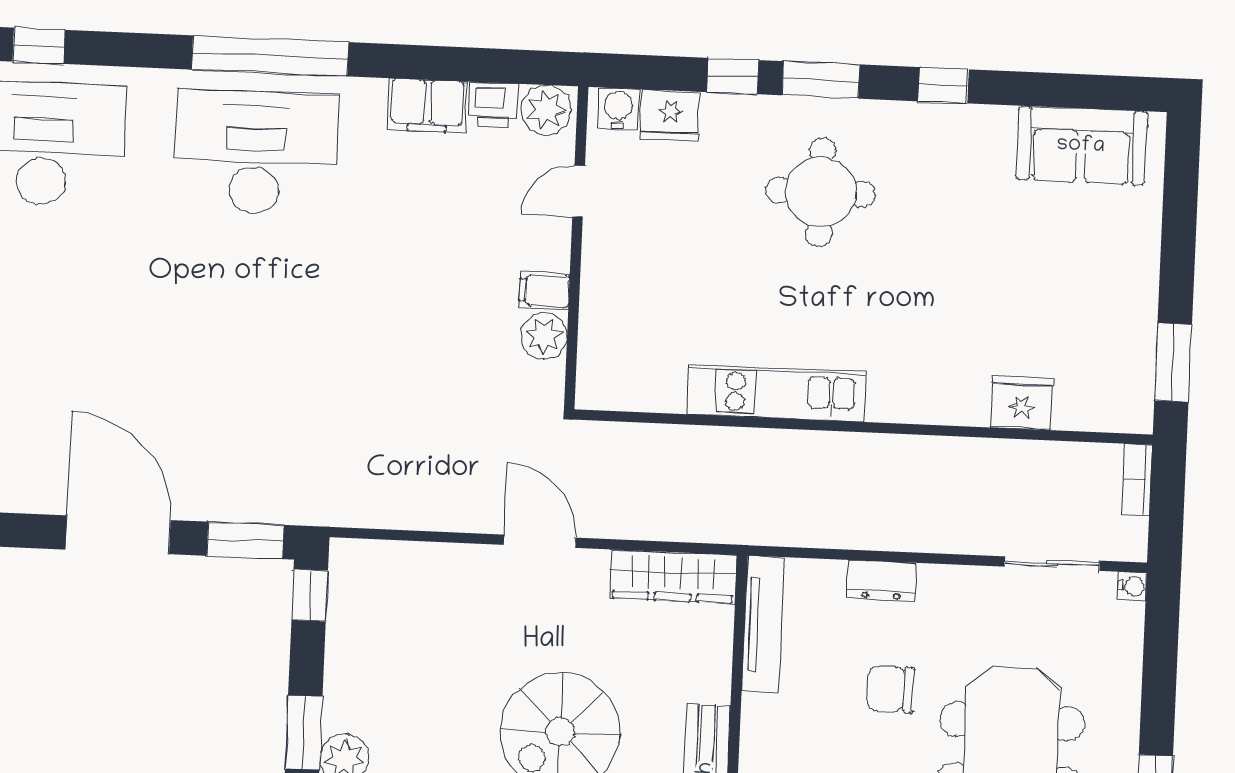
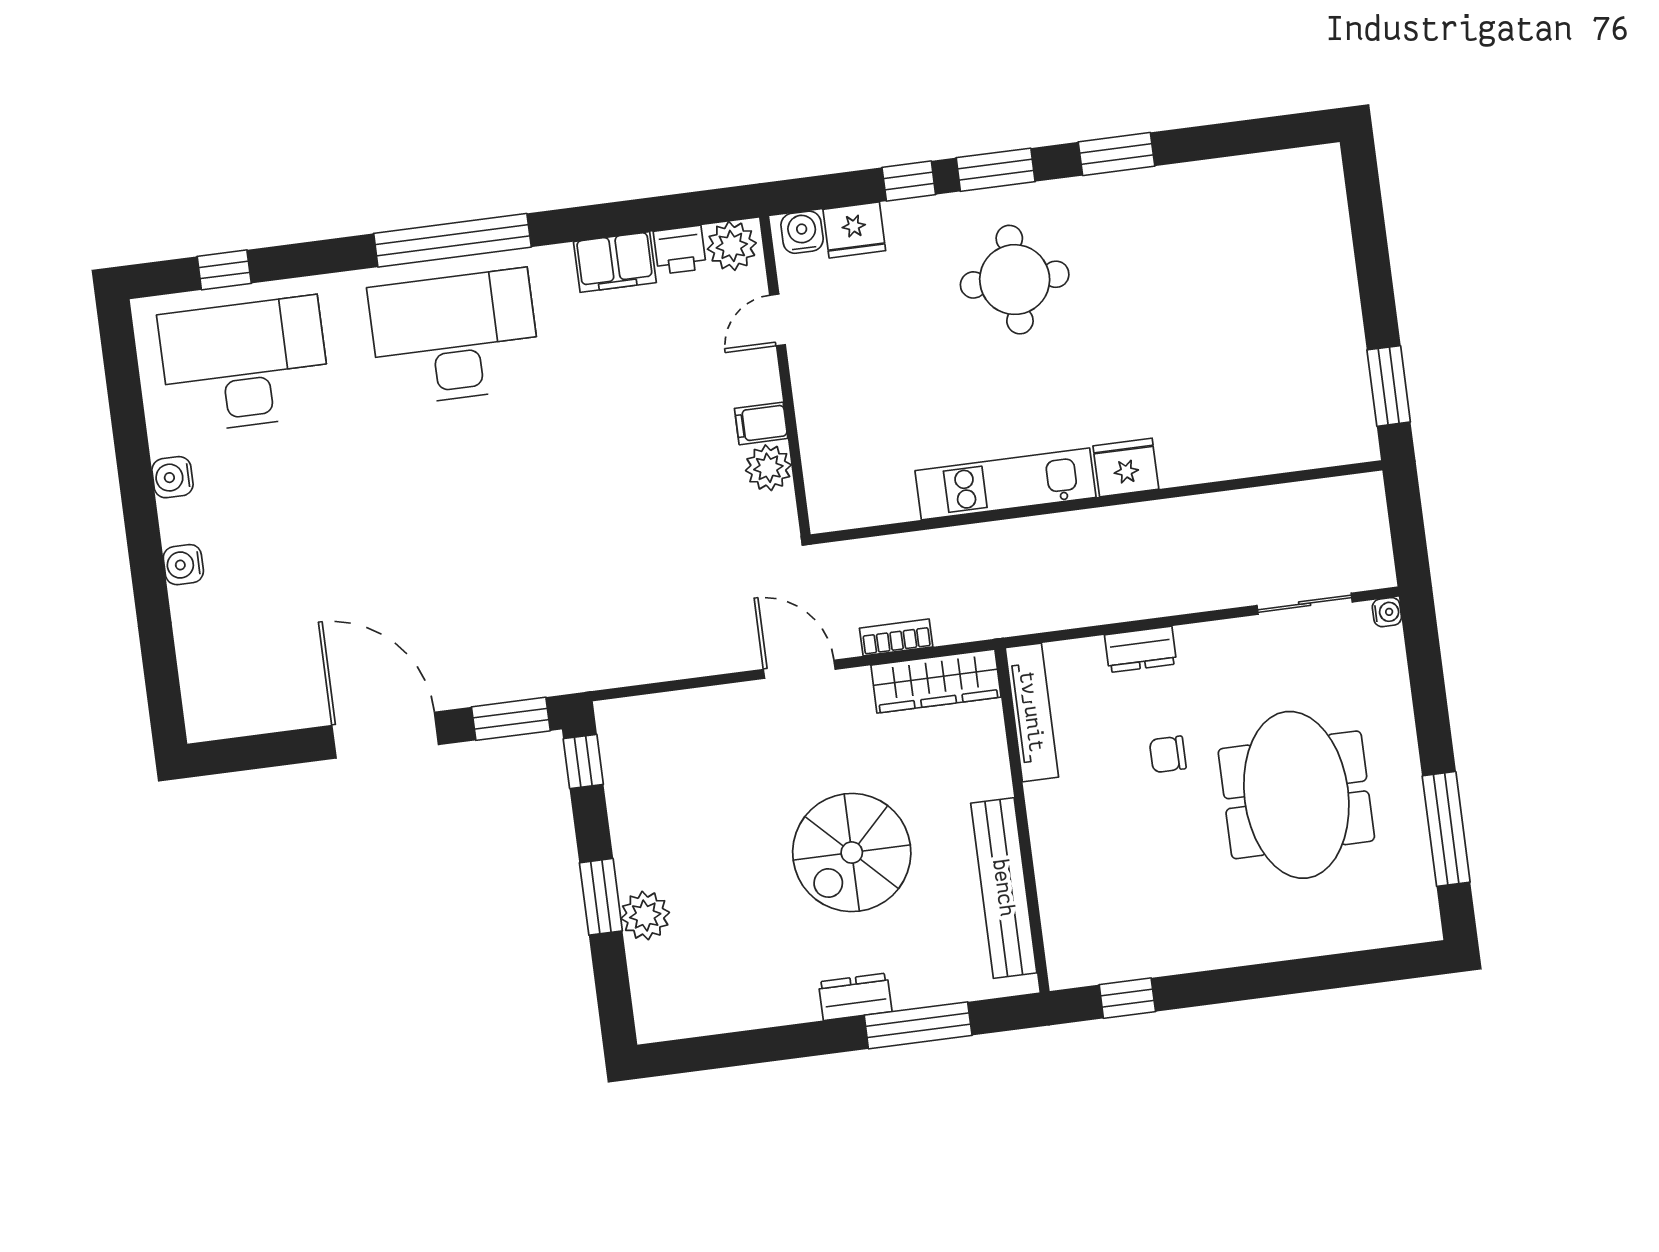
window: (943, 85) -> (1117, 154), width x1.50
sofa: (1081, 146) -> (1262, 189), removed
fridge: (1022, 403) -> (1126, 467), moved
bookcase: (1137, 480) -> (896, 637), moved, turned 90
chair: (890, 689) -> (1168, 754), width x0.73, depth x0.73

